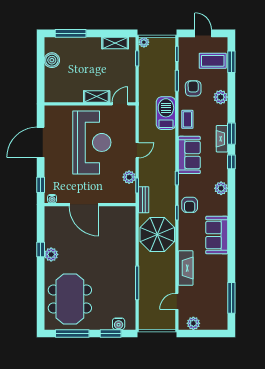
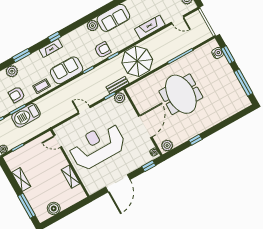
shelving: (115, 43) -> (21, 180), moved
shelving: (97, 97) -> (71, 177), moved
barbecue: (166, 113) -> (26, 115), moved
window: (231, 134) -> (21, 56), moved
fireplace: (222, 139) -> (51, 48), moved
door: (41, 142) -> (118, 183), hinge flipped
plant: (129, 177) -> (120, 98), moved
plant: (221, 188) -> (92, 26), moved
plant: (51, 254) -> (167, 146), moved
meeting table: (70, 299) -> (181, 94), moved, turned 90

